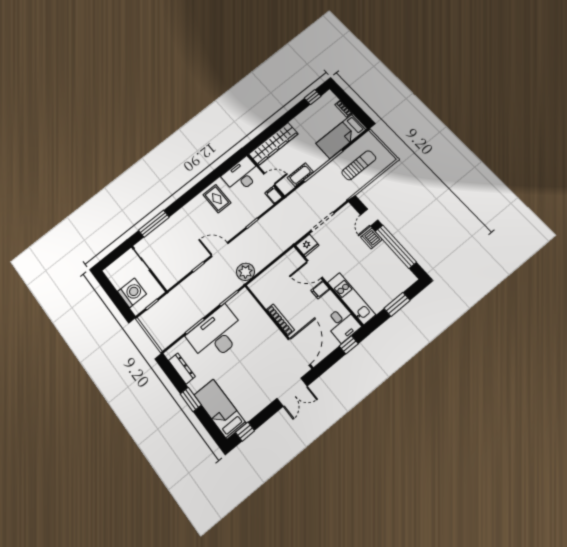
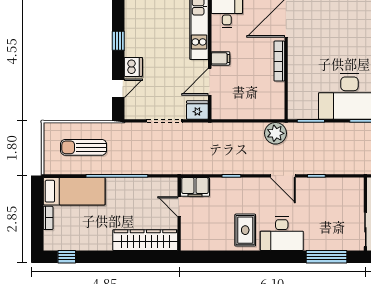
desk: (242, 175) -> (282, 234), moved
cot: (300, 175) -> (146, 186), removed
filing cabinet: (274, 195) -> (195, 187), width x2.00
window: (396, 247) -> (118, 41), width x0.32
door: (315, 269) -> (210, 82), swing flipped

